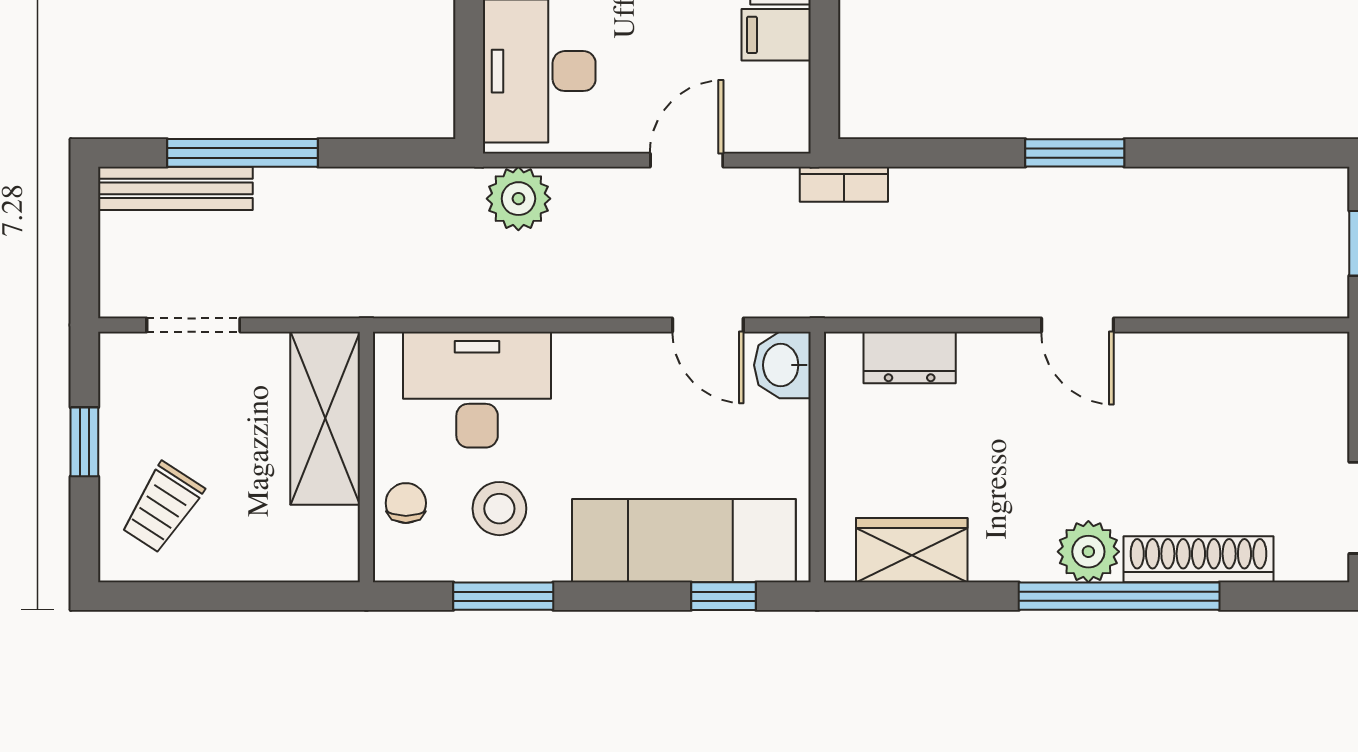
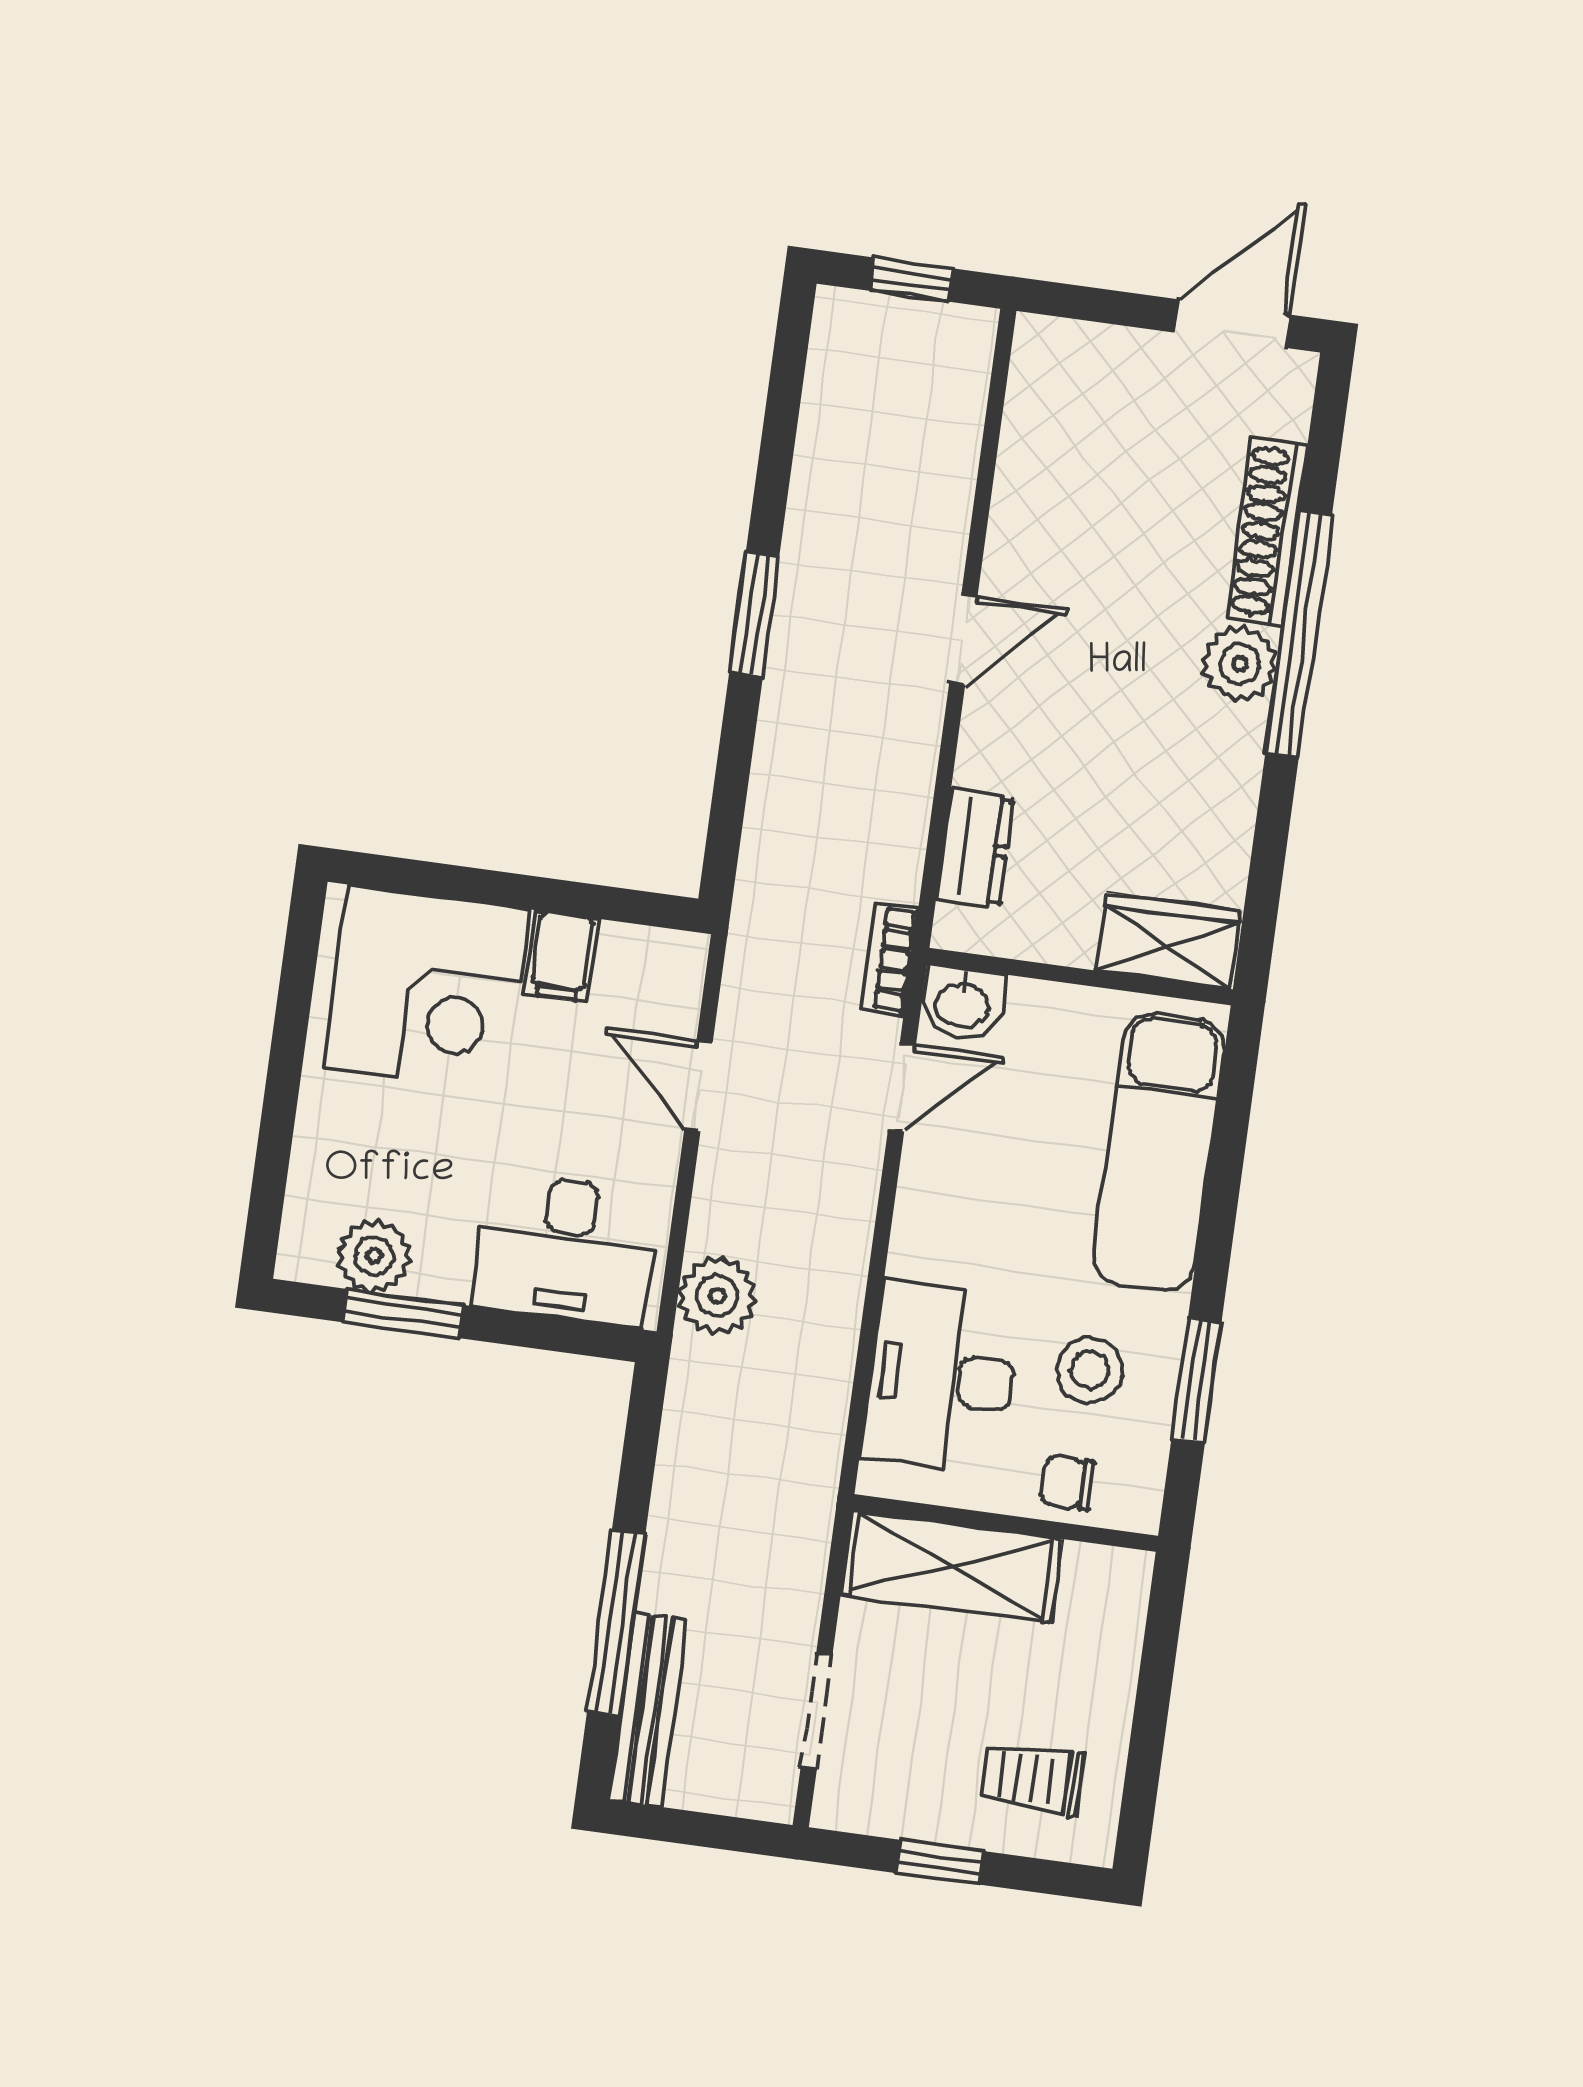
bookcase: (844, 184) -> (890, 959), moved, turned 180
trolley: (162, 508) -> (1032, 1779), turned 147
wardrobe: (912, 550) -> (1168, 941), moved, turned 90
window: (723, 596) -> (1233, 1113), removed

